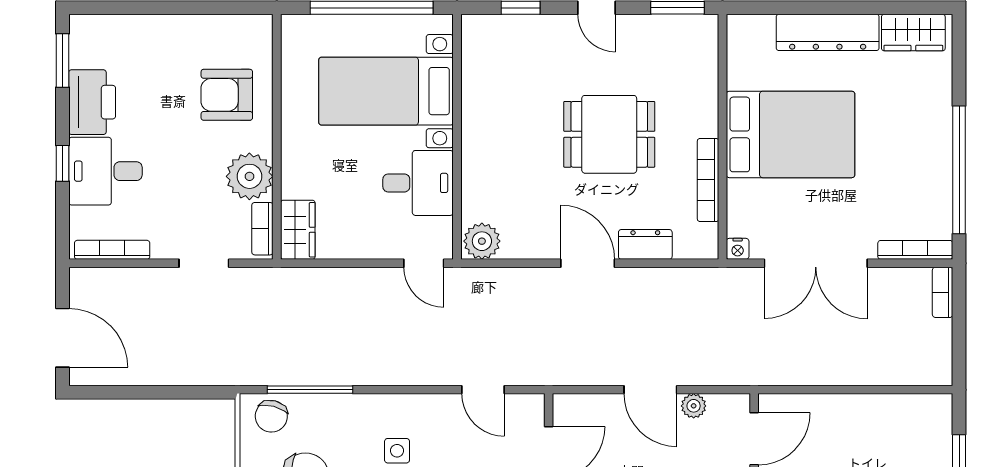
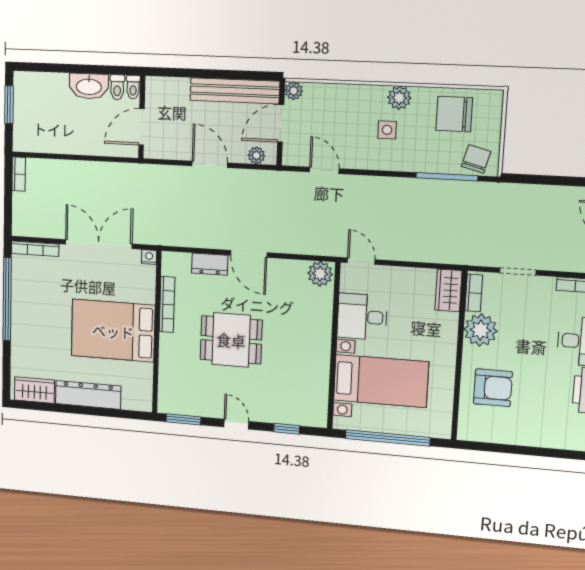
bookcase: (943, 292) -> (19, 174), moved
plant: (694, 406) -> (256, 155), moved

